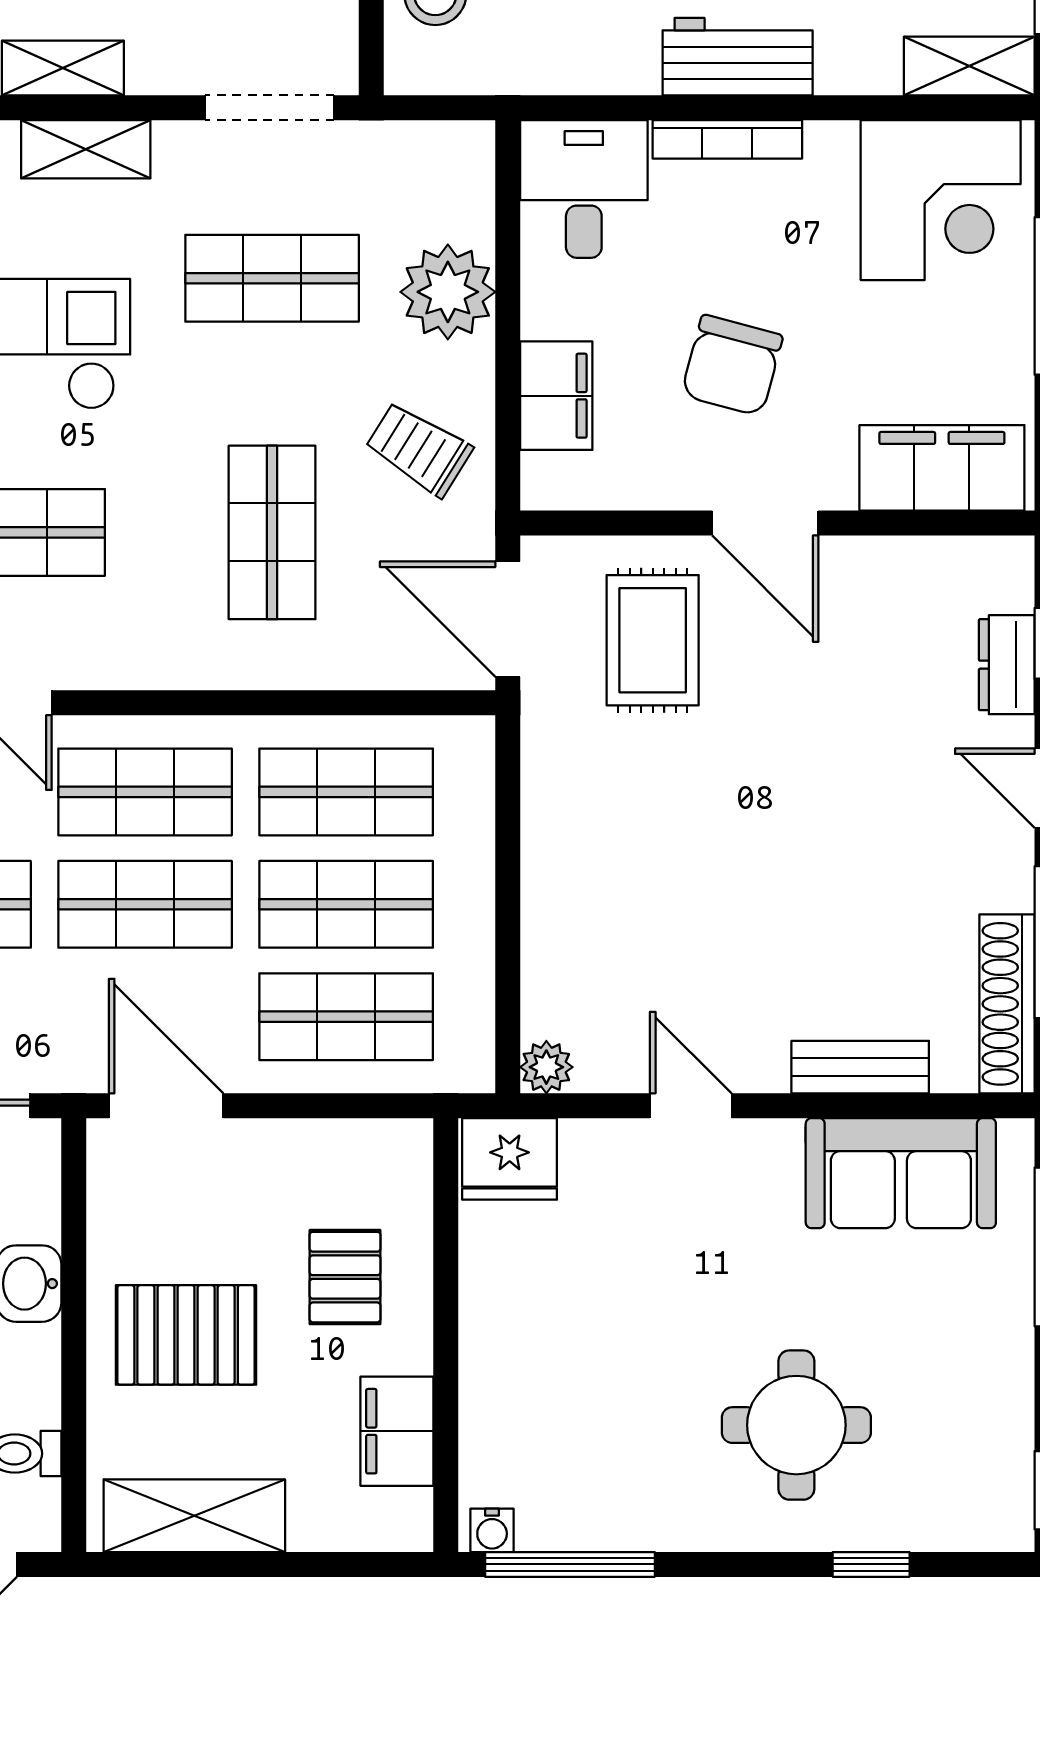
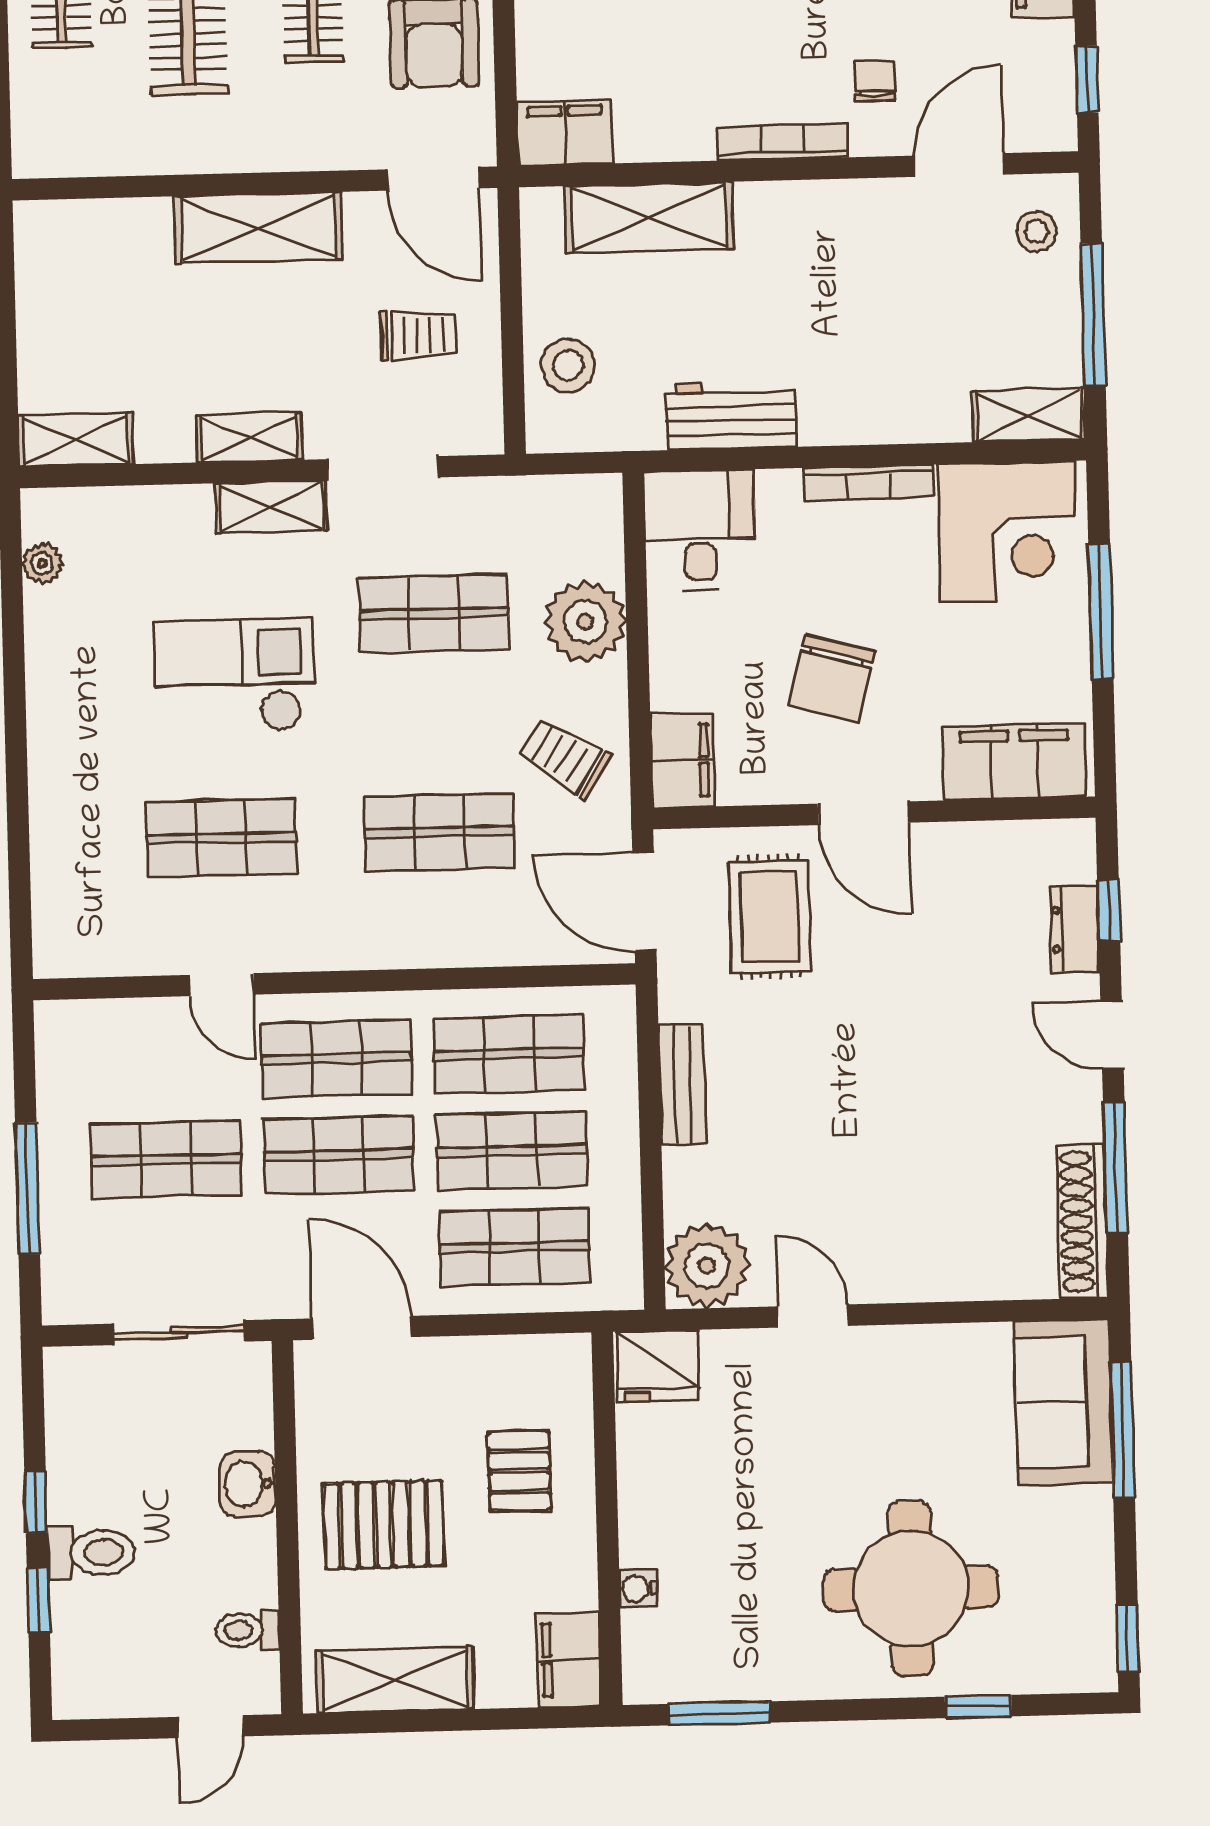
workbench: (738, 57) -> (731, 415), moved
doorway: (270, 108) -> (383, 468), moved
bookcase: (727, 139) -> (869, 483), moved
filing cabinet: (556, 396) -> (682, 760), moved
shop shelf: (272, 532) -> (440, 832), turned 90
plant: (546, 1067) -> (707, 1266), width x1.87, depth x1.87
bench: (860, 1067) -> (682, 1084), moved, turned 90
sofa: (901, 1173) -> (1064, 1402), moved, turned 90
round table: (796, 1425) -> (911, 1588), width x1.36, depth x1.36
filing cabinet: (397, 1431) -> (569, 1660), moved
water cooler: (492, 1530) -> (638, 1588), moved, turned 90
window: (570, 1564) -> (719, 1713), width x0.69

